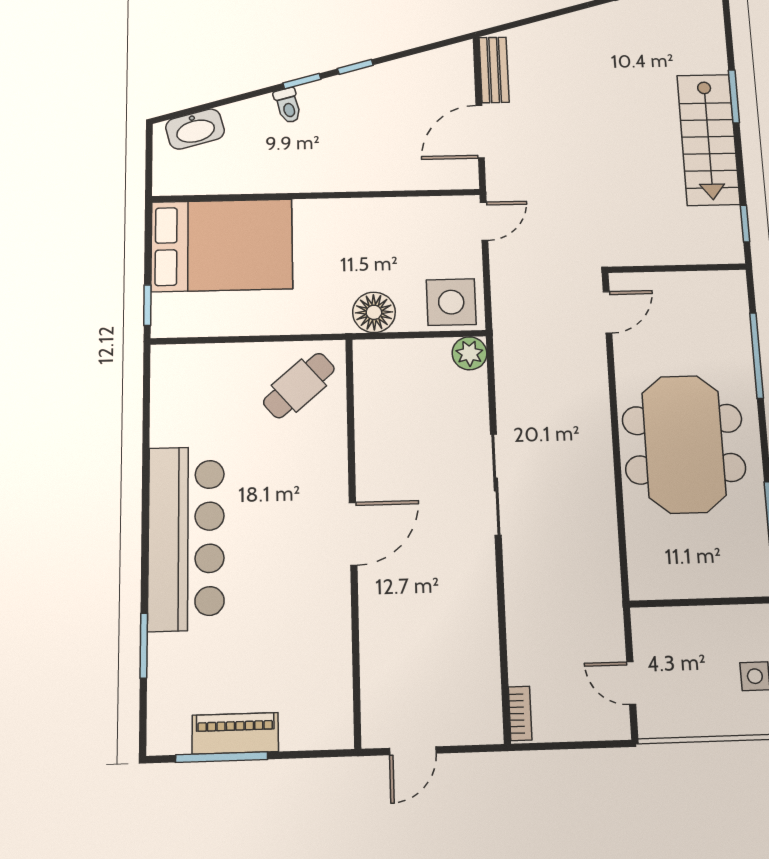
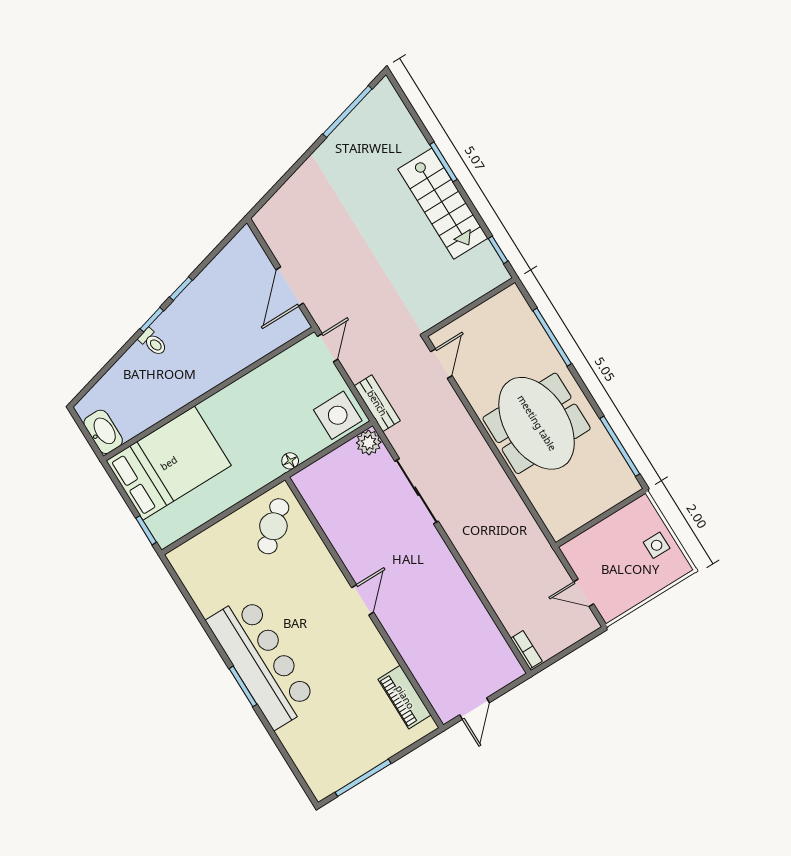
bench: (494, 70) -> (377, 403), moved
washbasin: (195, 129) -> (103, 432), moved, turned -75
floor lamp: (374, 312) -> (290, 461), width x0.53, depth x0.53
sliding door: (496, 484) -> (417, 491), moved
door: (353, 534) -> (363, 600), width x0.73
window: (144, 646) -> (243, 686), moved
piano: (235, 733) -> (405, 697), moved, turned -90

